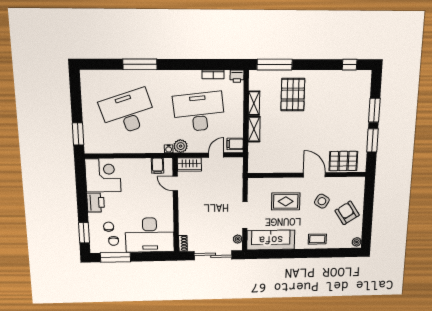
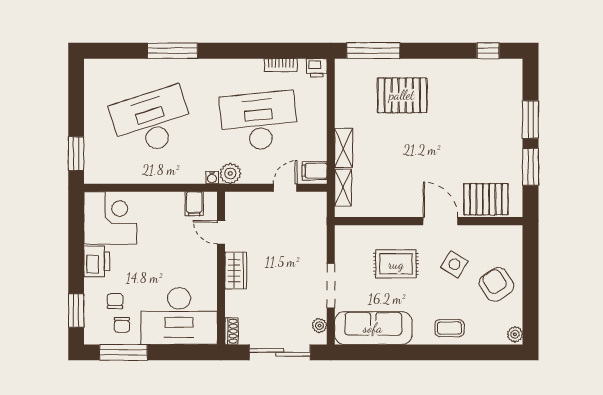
pallet: (293, 95) -> (402, 95), turned 90
shelving: (254, 103) -> (343, 188), moved
wardrobe: (189, 165) -> (236, 271), moved, turned -90

